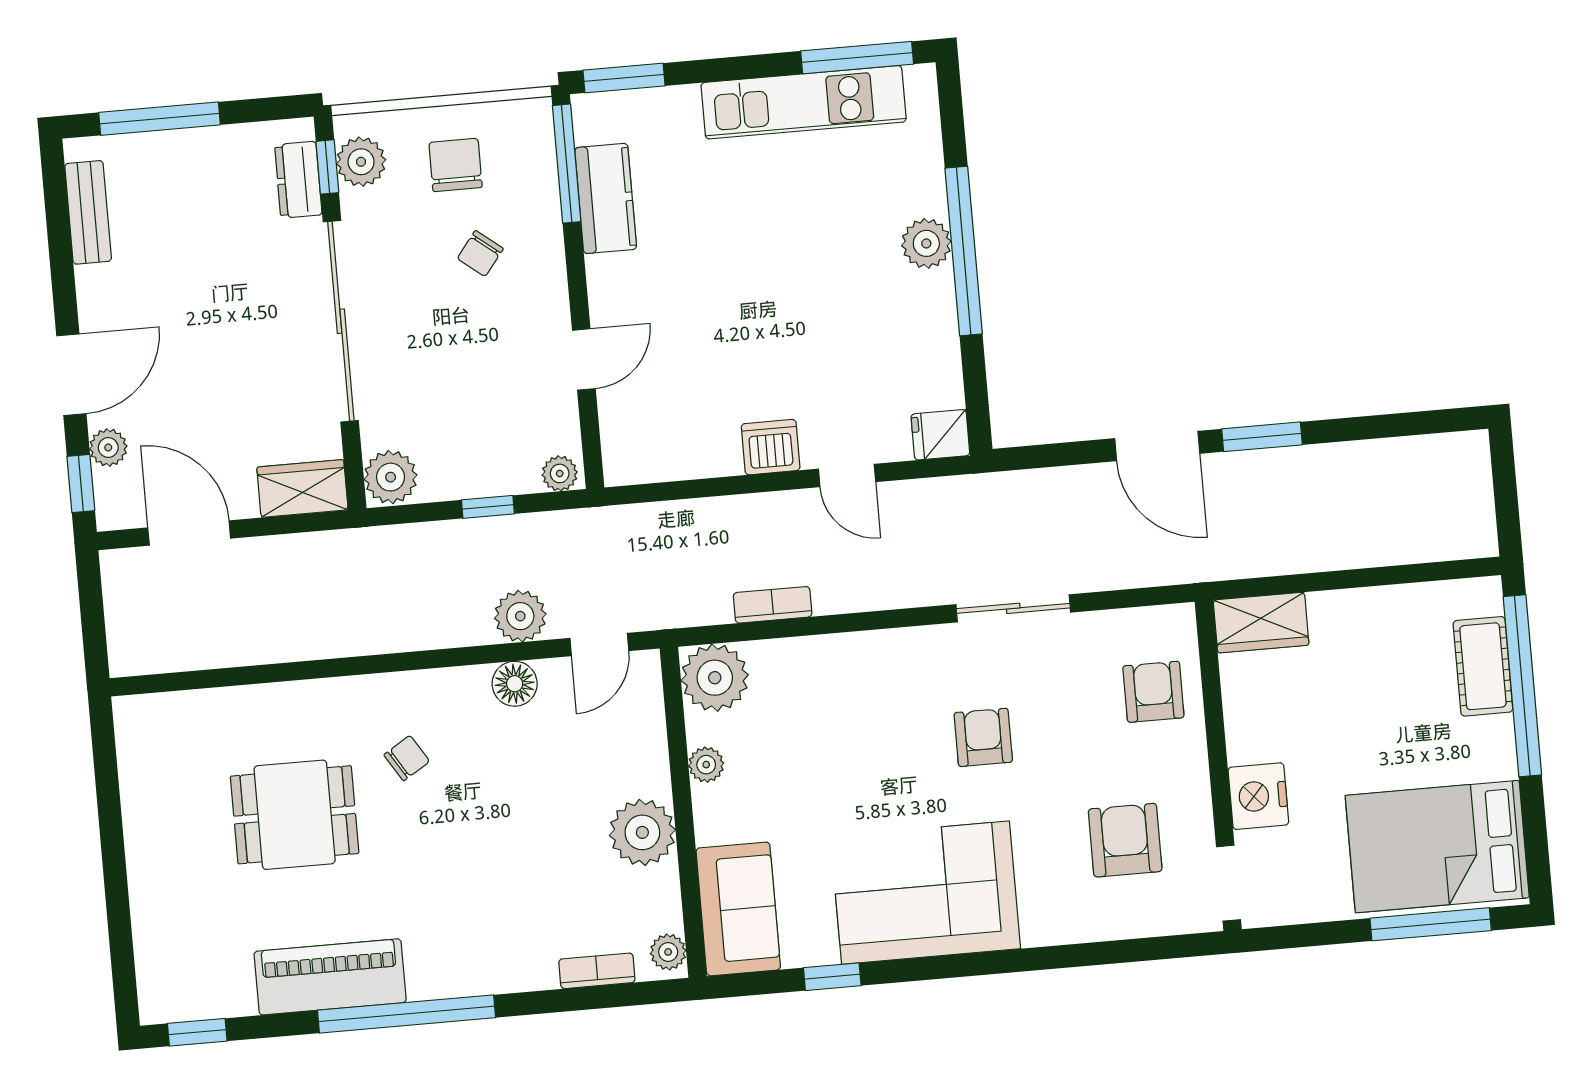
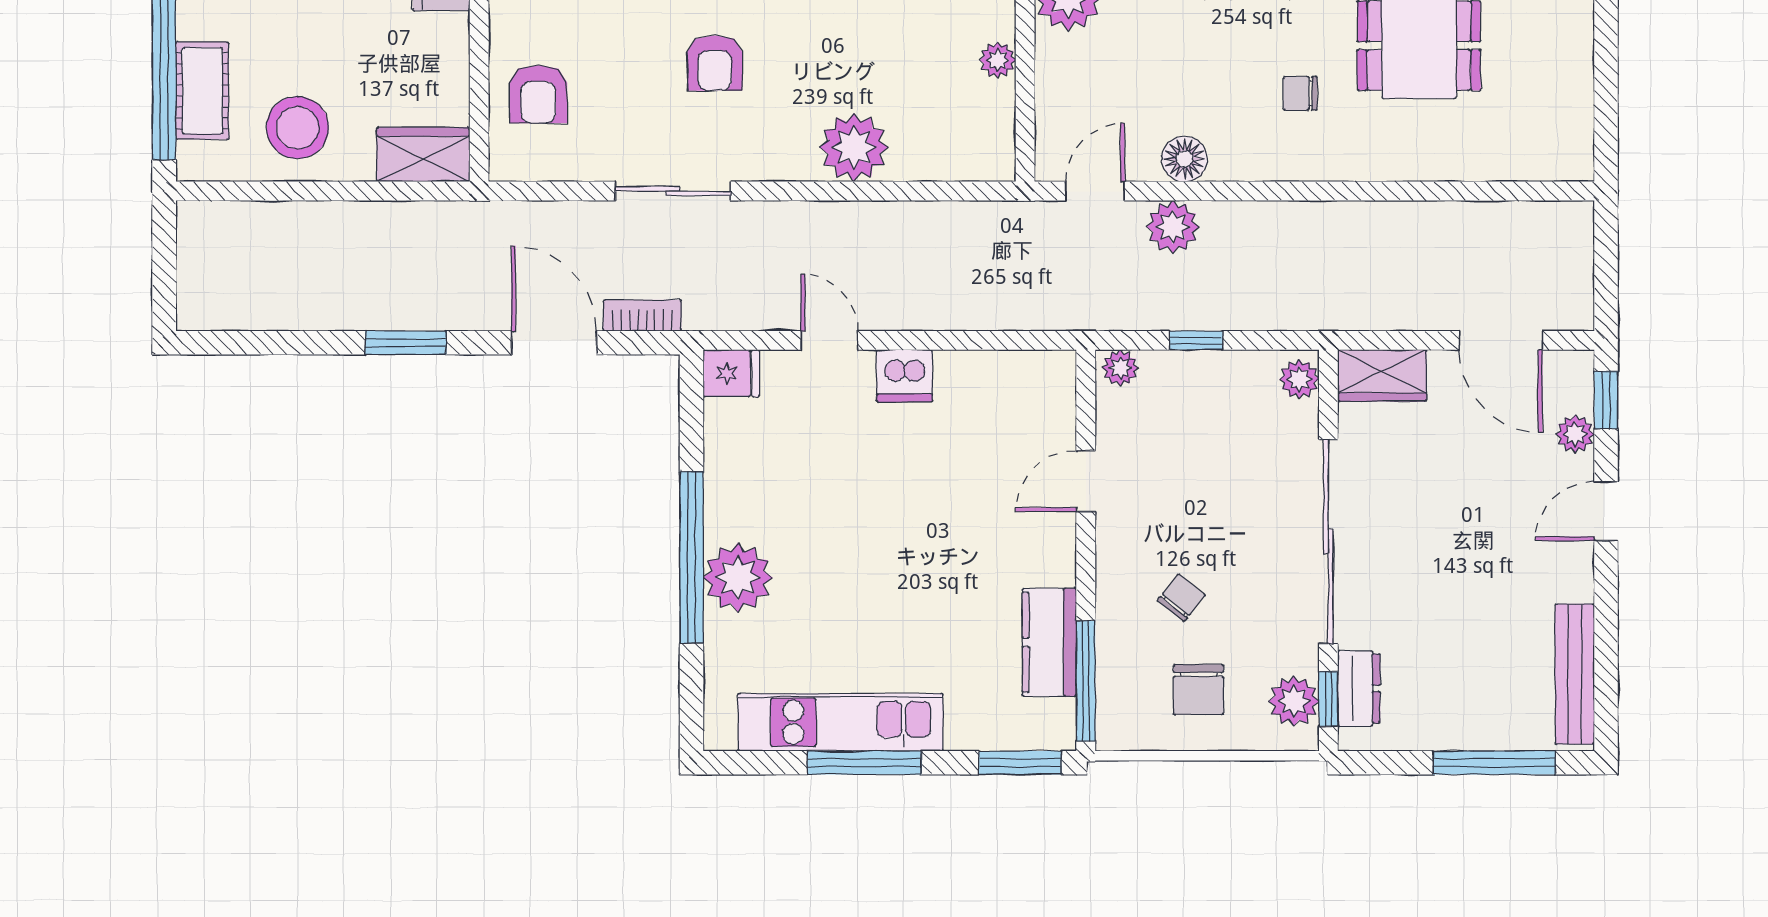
window: (857, 58) -> (864, 763), moved
bench: (88, 212) -> (1575, 674), width x1.36
plant: (926, 243) -> (738, 578), width x1.36, depth x1.36
door: (71, 375) -> (1606, 511), width x0.73
door: (1157, 446) -> (554, 343), moved
plant: (391, 477) -> (1299, 379), width x0.73, depth x0.73
bookcase: (773, 605) -> (642, 315), moved, turned 180
stool: (1387, 638) -> (297, 128), added
plant: (715, 678) -> (854, 147), moved
chair: (407, 758) -> (1300, 93), turned 32

